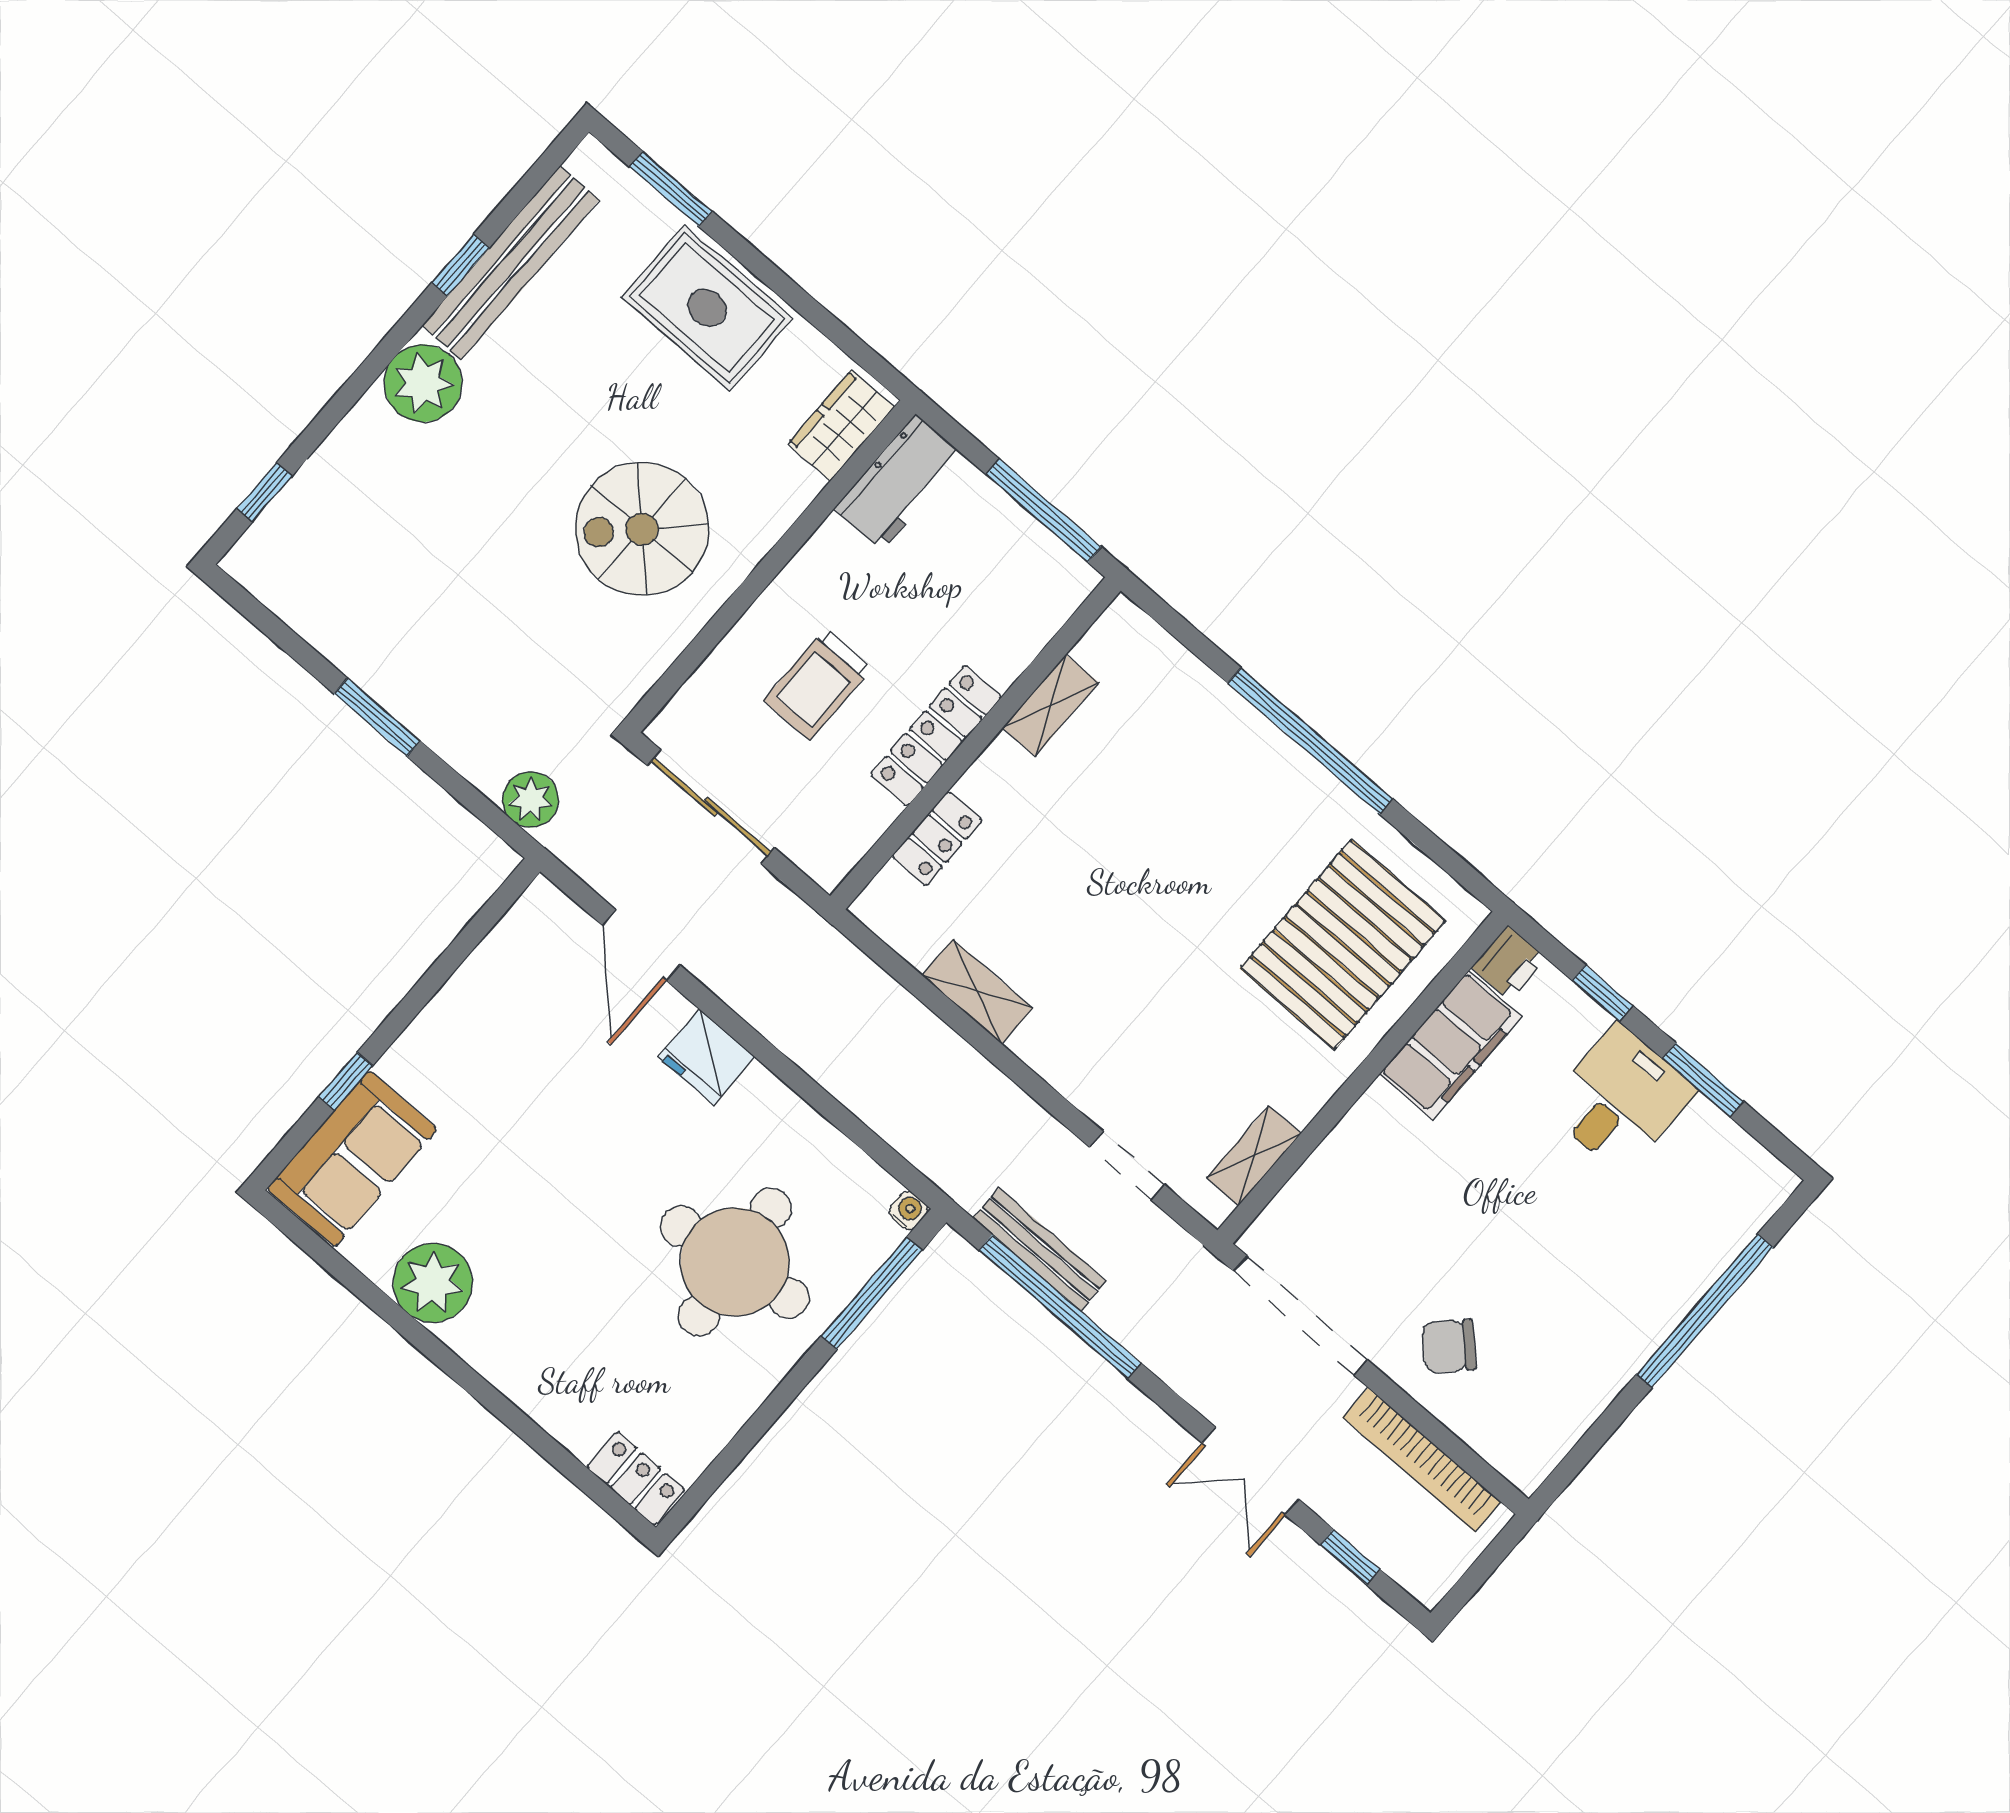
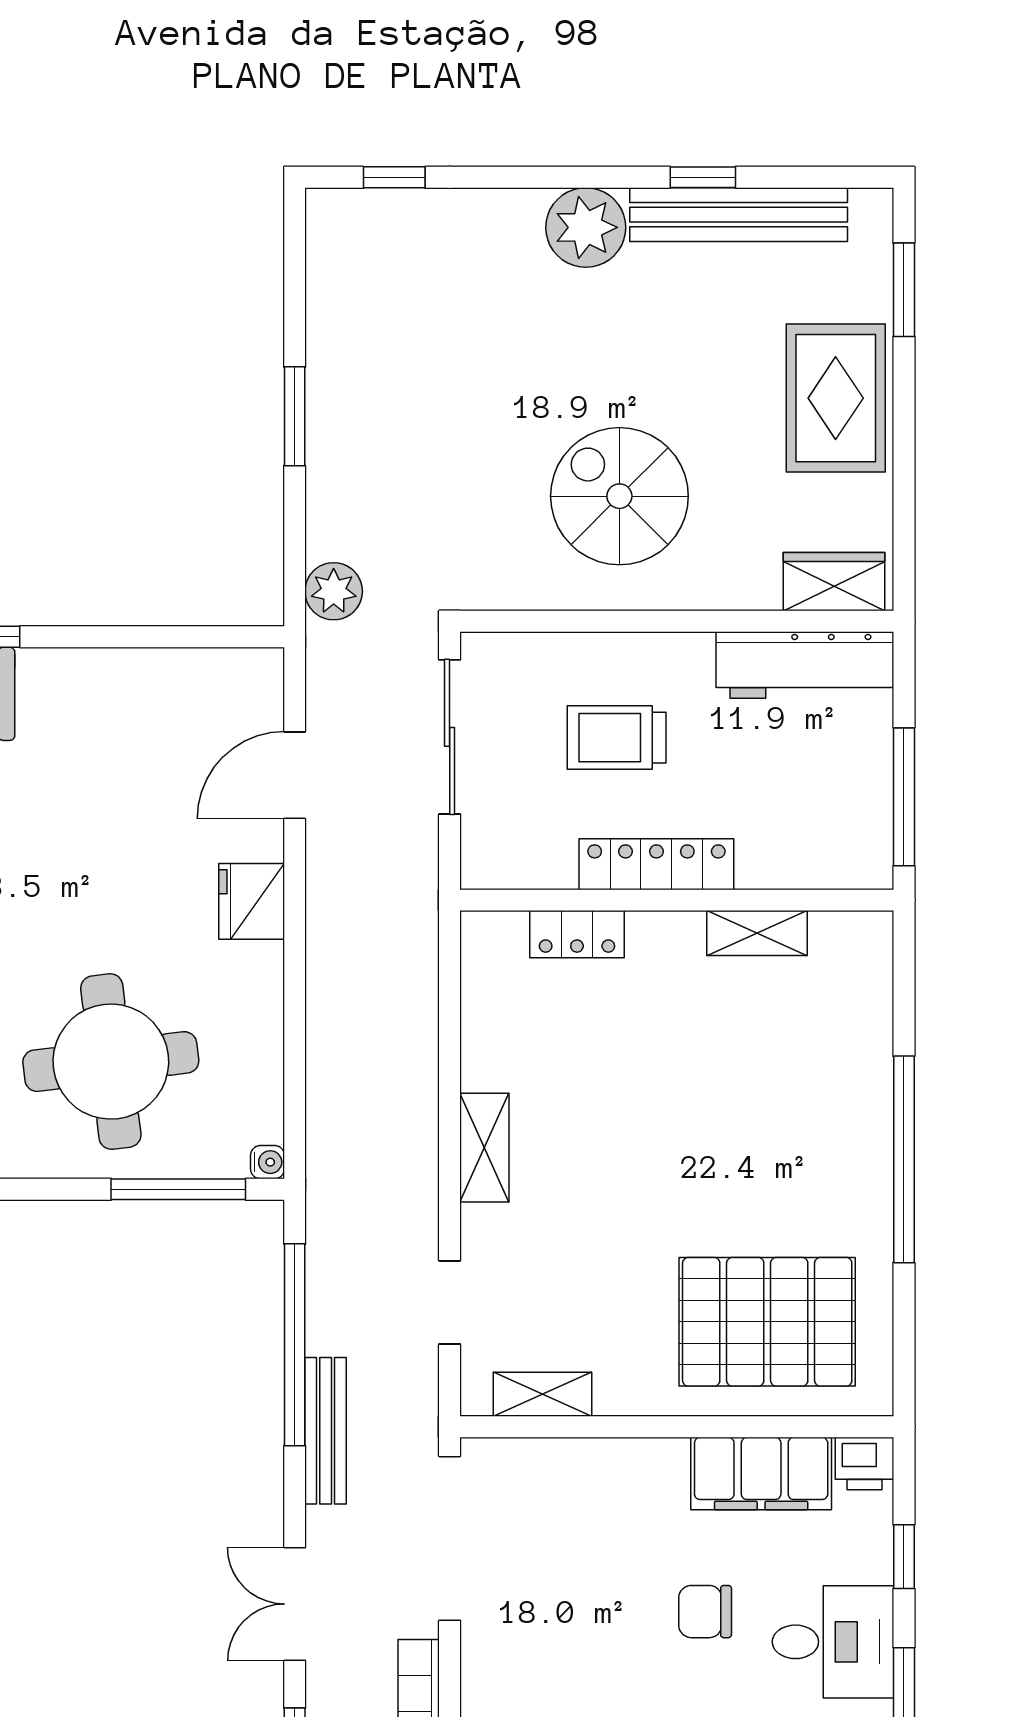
workbench: (899, 482) -> (805, 665), width x1.38
shelving: (977, 992) -> (484, 1148), moved
bench: (1040, 1250) -> (326, 1431), moved
chair: (1449, 1346) -> (705, 1612), moved, turned -45

